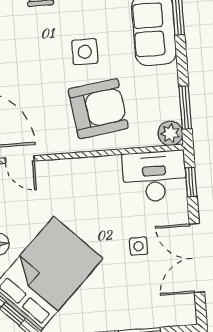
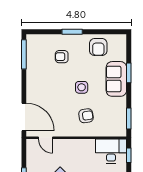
armchair: (98, 109) -> (86, 116), width x0.53, depth x0.53
plant: (170, 133) -> (120, 131), removed

